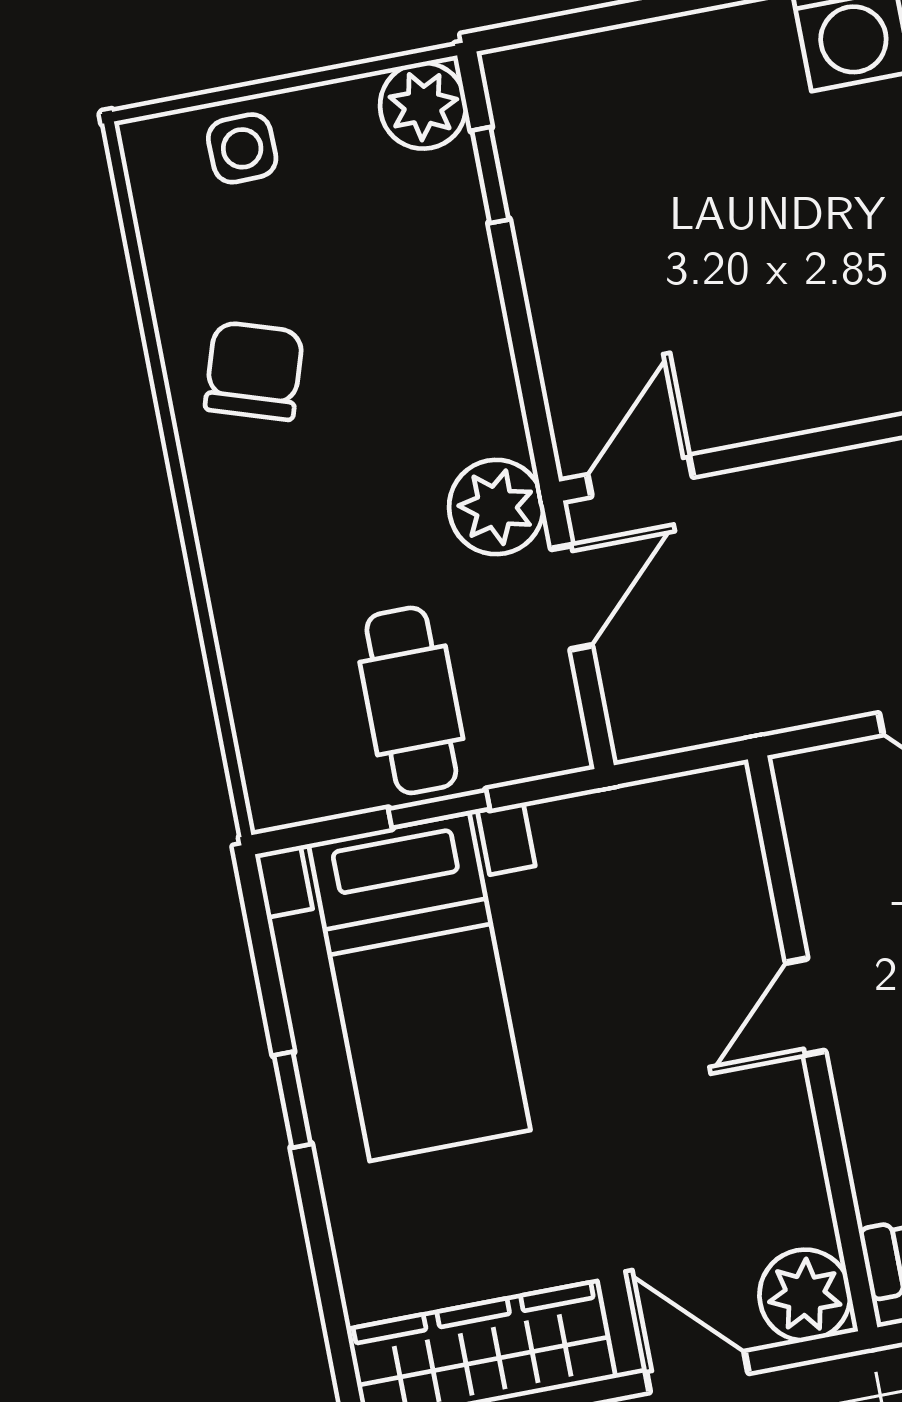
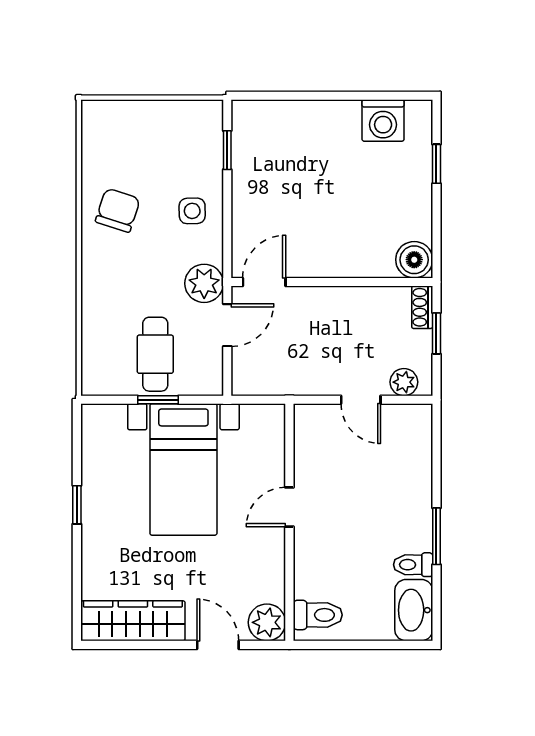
plant: (423, 106) -> (206, 117), removed
side table: (242, 148) -> (192, 211), moved
bed with nightstands: (420, 987) -> (183, 469), moved

